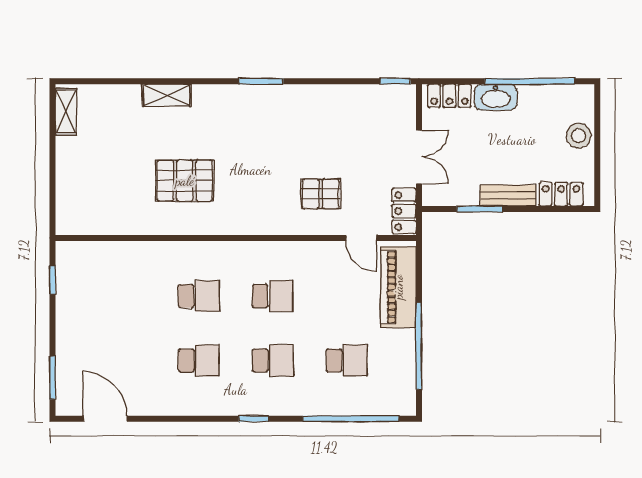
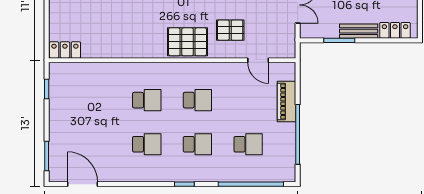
pallet: (185, 181) -> (188, 42), moved
locker: (404, 211) -> (65, 50), moved, turned 90
piano: (398, 287) -> (286, 101), width x0.73, depth x0.75

